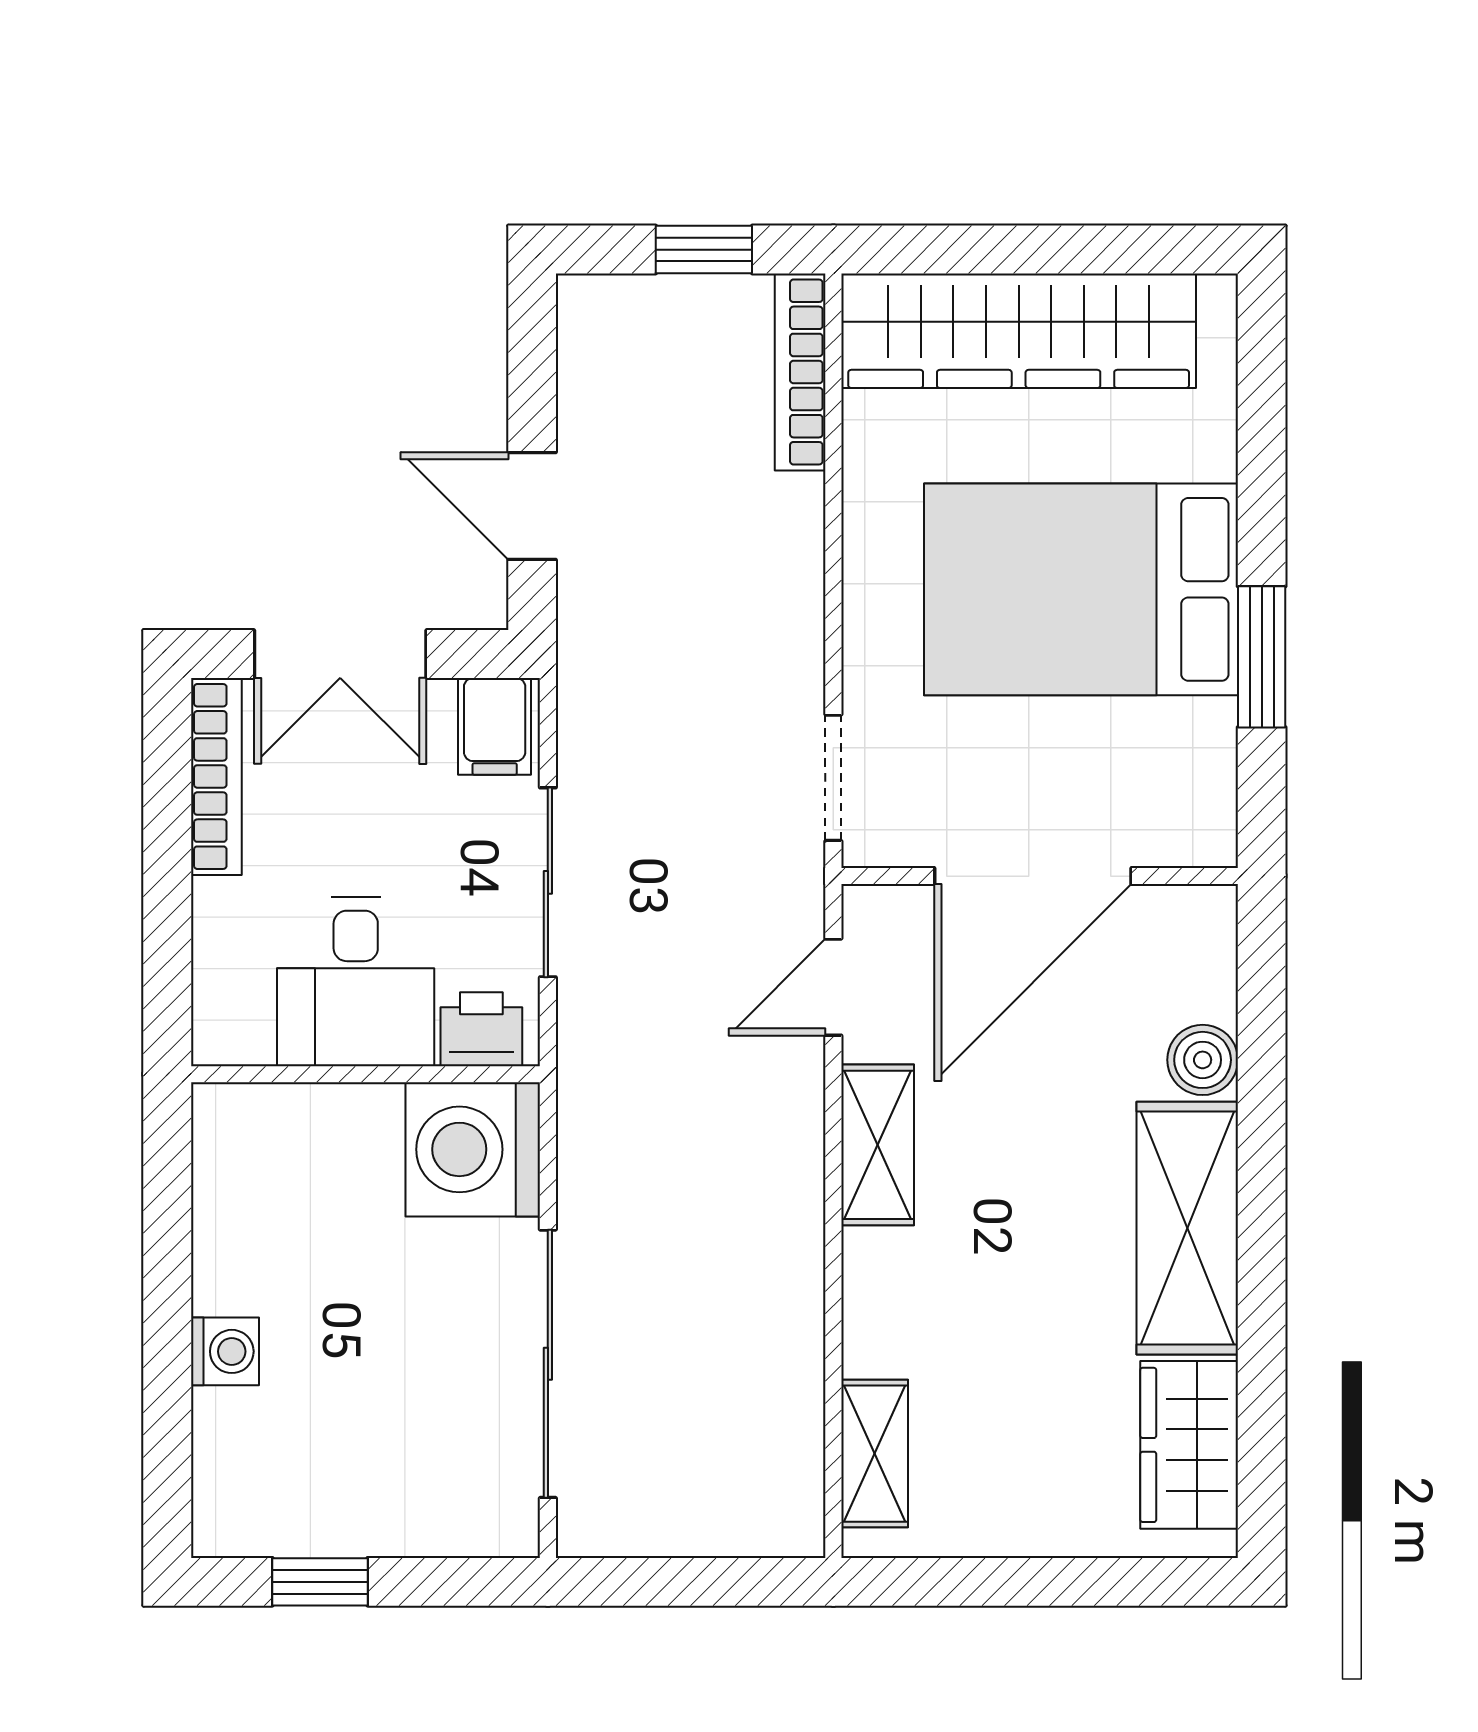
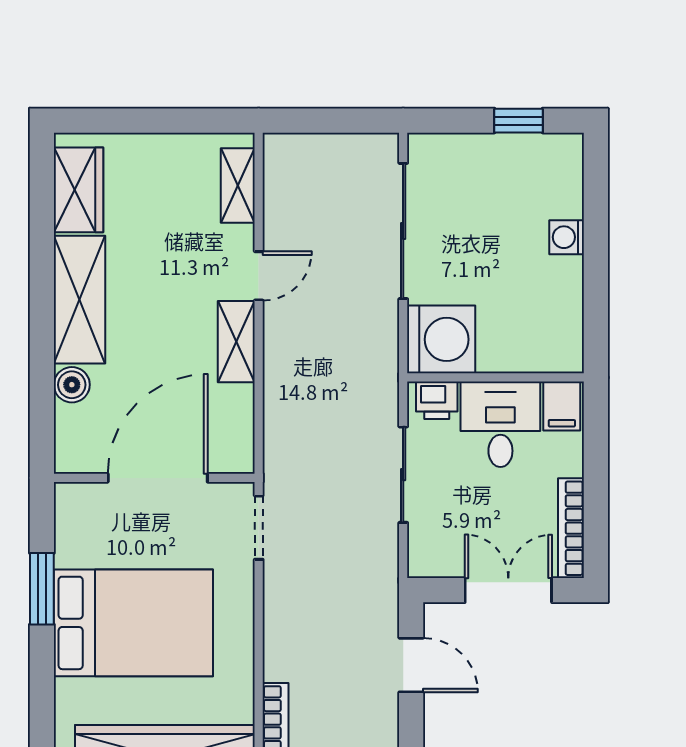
filing cabinet: (495, 726) -> (562, 406), moved, turned 180
door: (833, 987) -> (259, 276), moved

